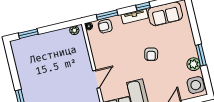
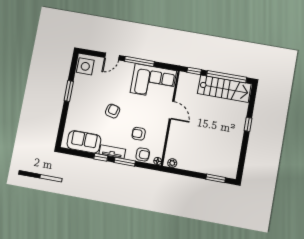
window: (107, 15) -> (125, 162), moved
armchair: (117, 44) -> (139, 134), added
plant: (194, 64) -> (79, 86), removed
door: (96, 79) -> (172, 110), swing flipped

